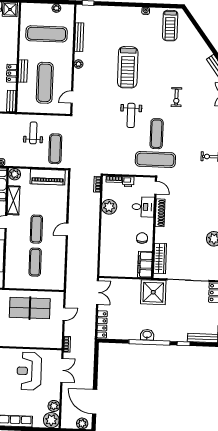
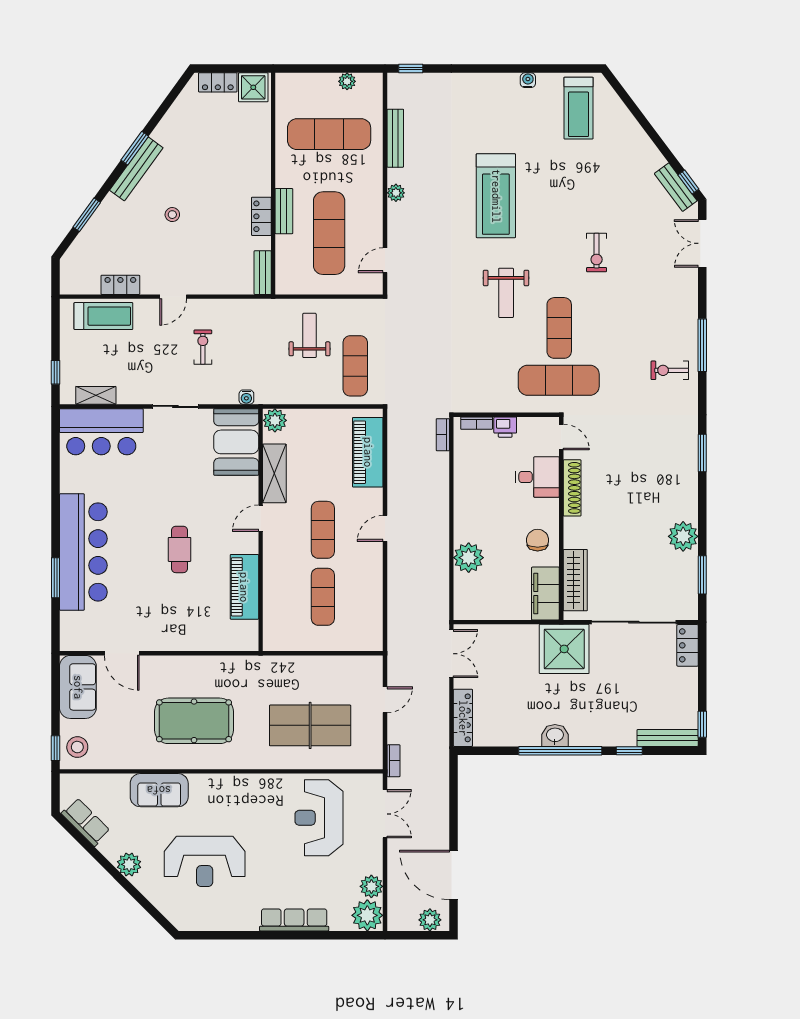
piano: (48, 177) -> (368, 452), moved, turned 90
plant: (109, 207) -> (469, 558), moved
table tennis table: (30, 308) -> (310, 725), moved

